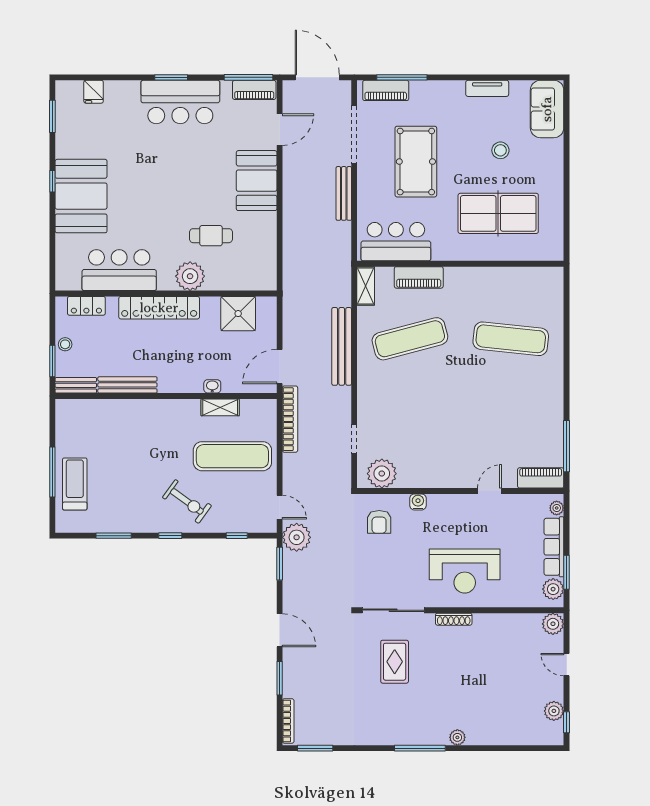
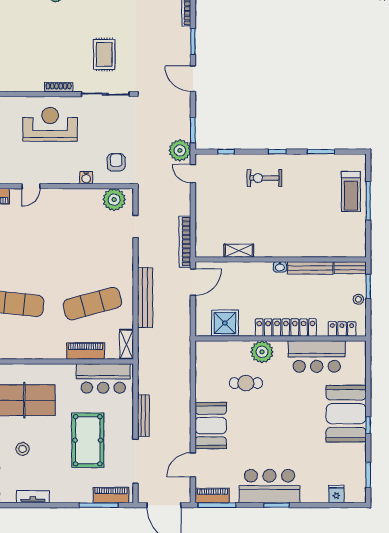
washbasin: (212, 386) -> (280, 267), moved
exercise mat: (232, 456) -> (229, 213), removed
exercise bike: (187, 501) -> (264, 178), turned -36

